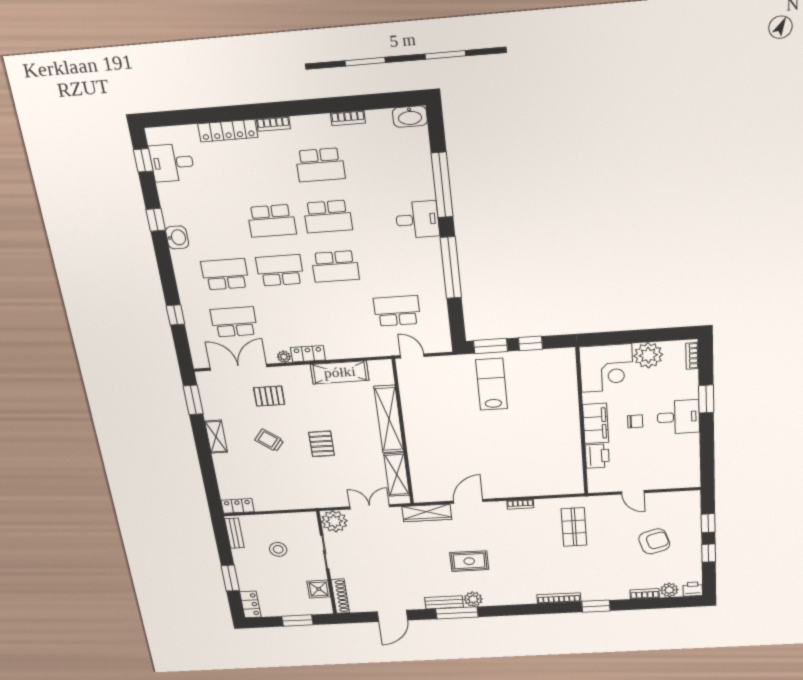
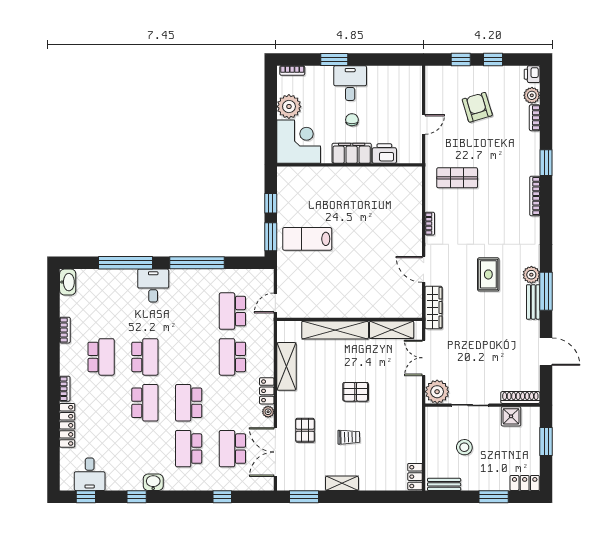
school desk: (335, 266) -> (232, 357), moved, turned 180
trolley: (269, 440) -> (349, 437), turned -129

